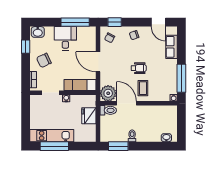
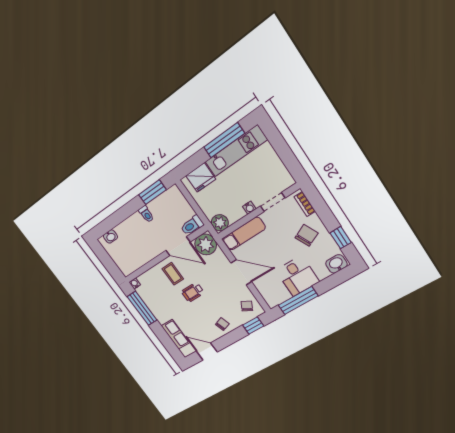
plant: (90, 101) -> (220, 223), added
fridge: (89, 116) -> (201, 177), moved, turned 90

